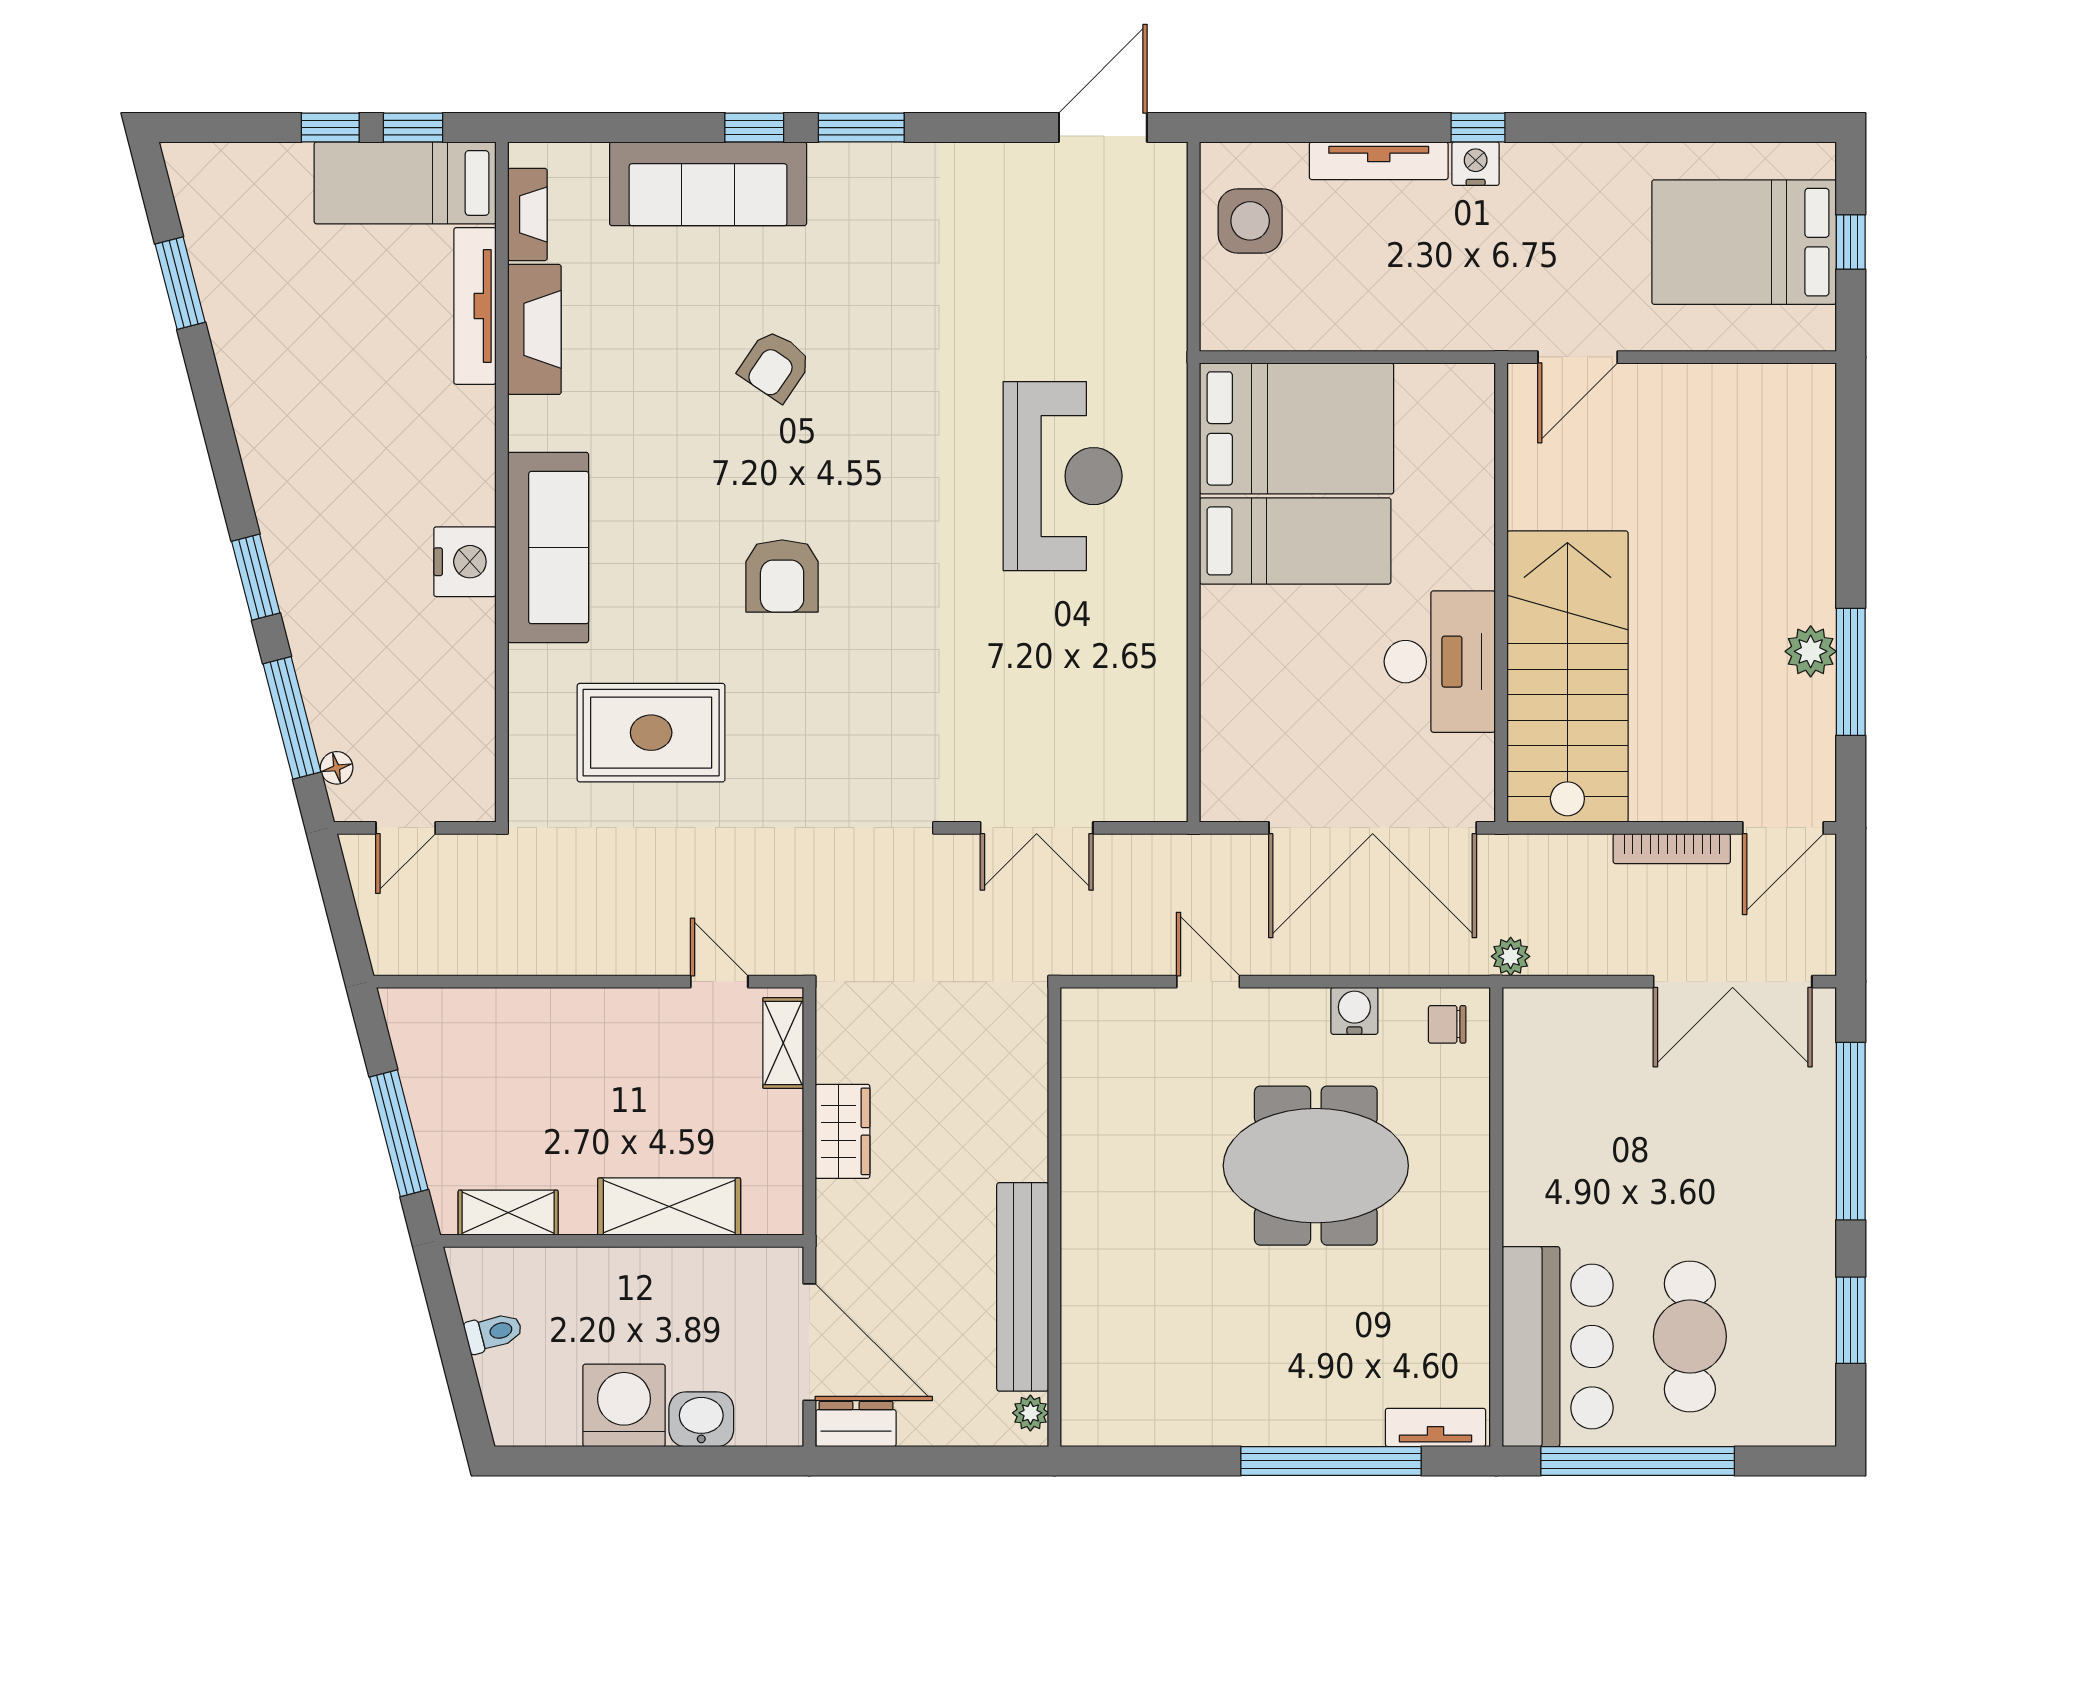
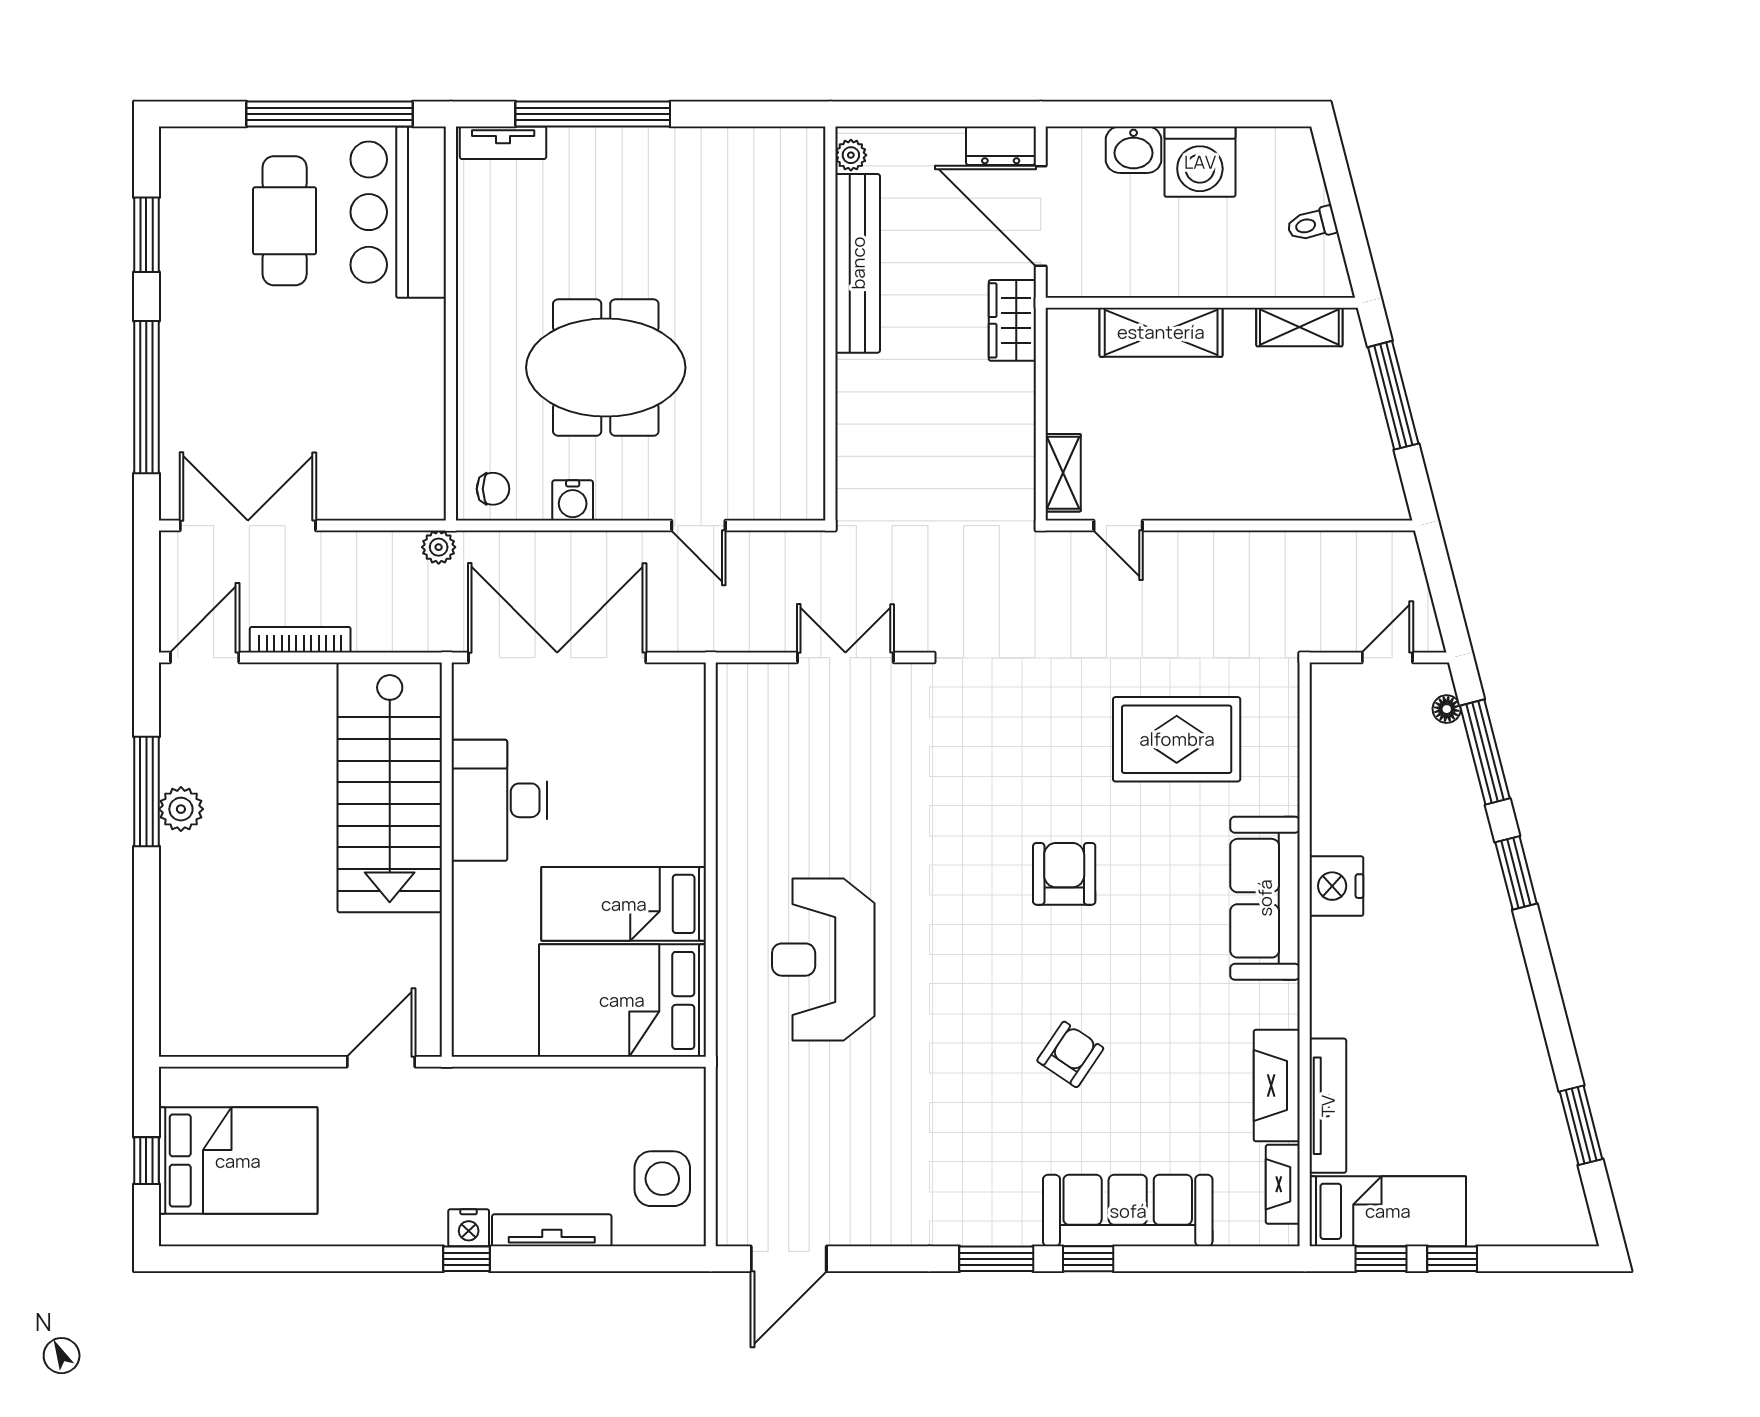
wardrobe: (842, 1131) -> (1012, 320), moved

